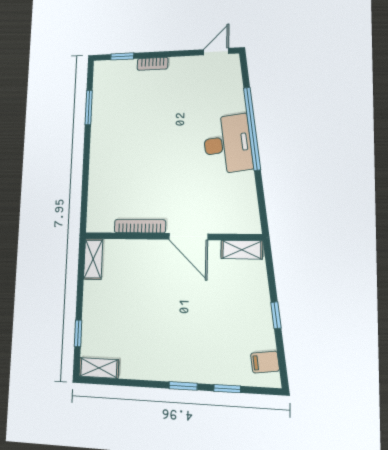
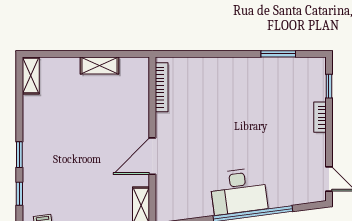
bookcase: (140, 226) -> (162, 87), moved
shelving: (93, 259) -> (100, 65), moved
window: (78, 333) -> (61, 54), removed

